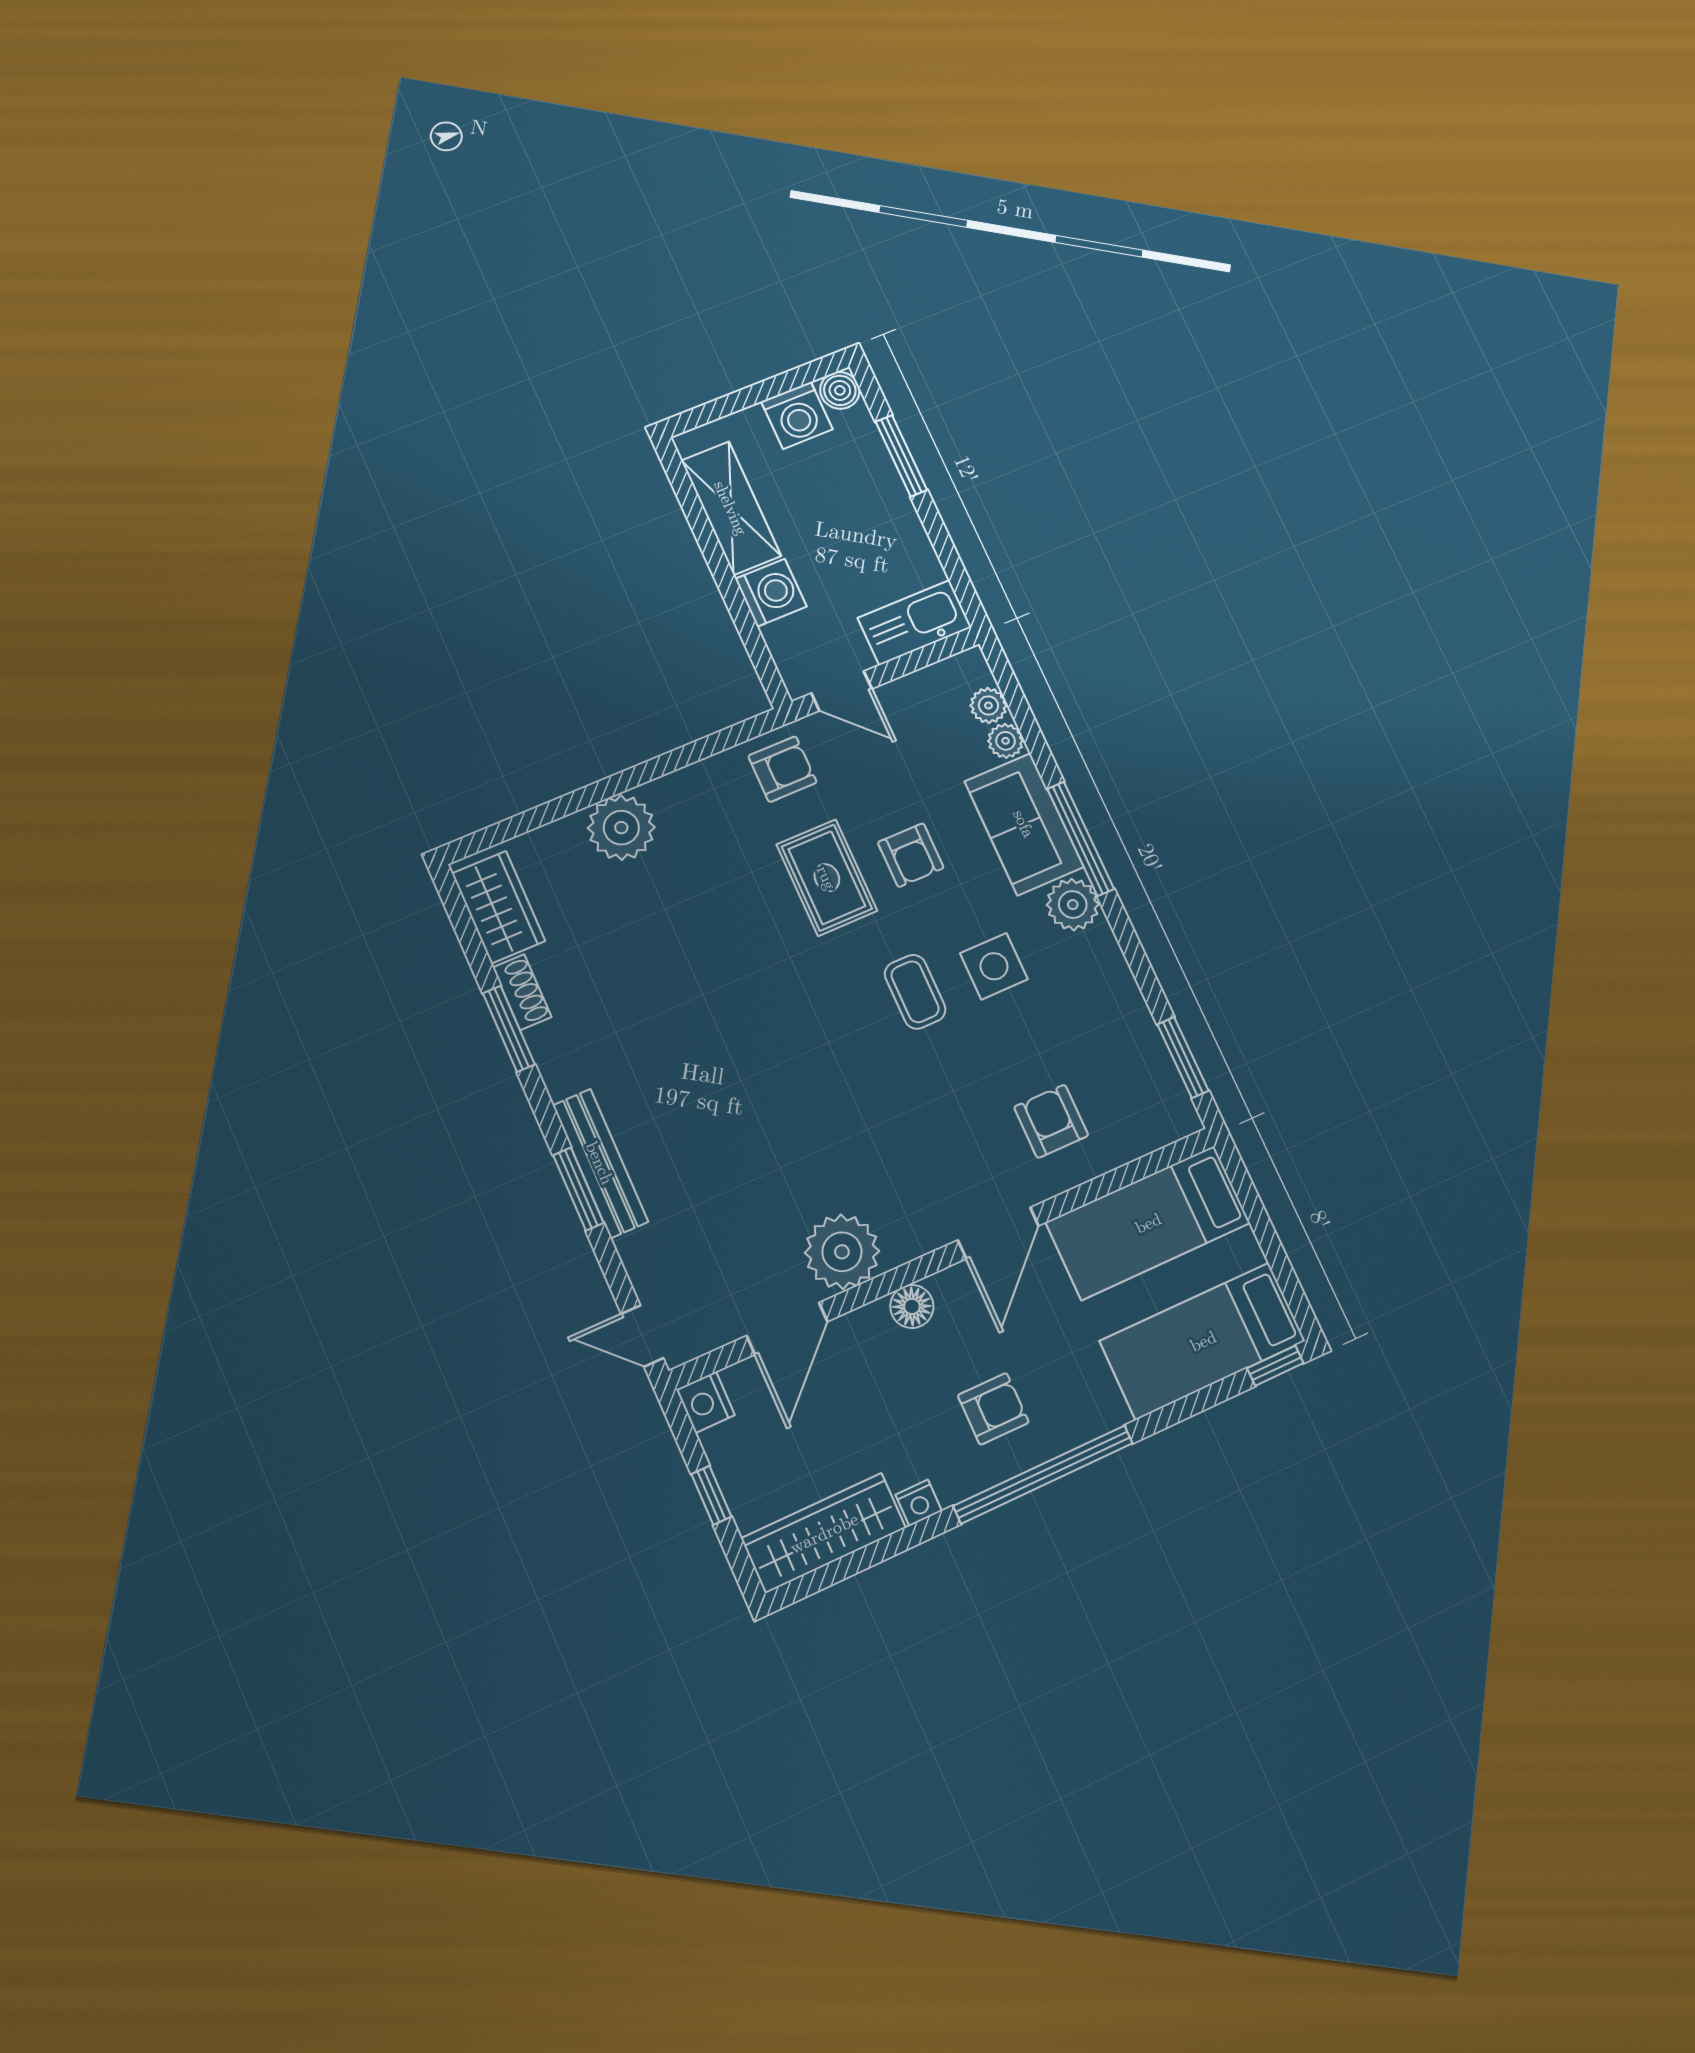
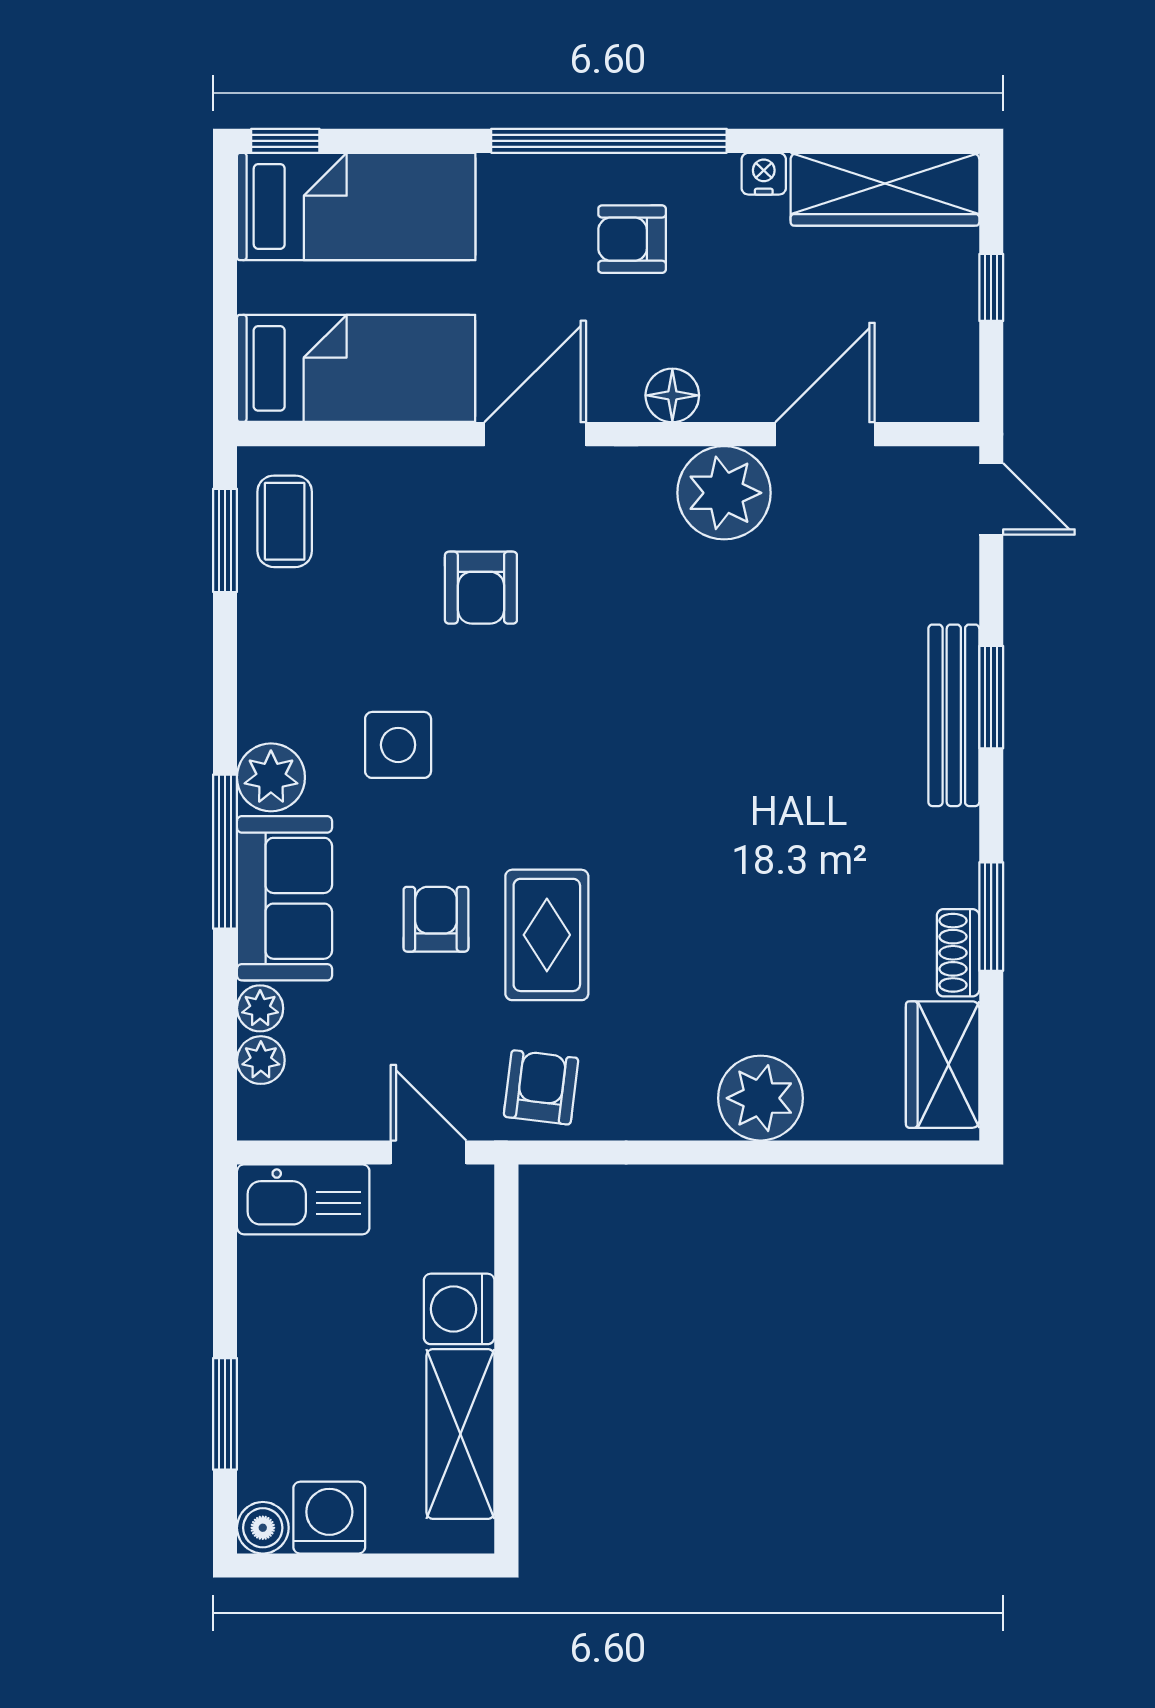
armchair: (782, 769) -> (541, 1087), turned 97
coffee table: (915, 992) -> (285, 521), moved
armchair: (1051, 1121) -> (481, 588), moved
nightstand: (706, 1403) -> (953, 393), removed

